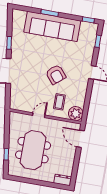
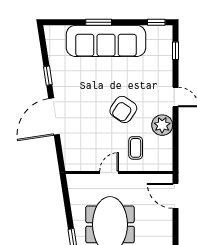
armchair: (56, 75) -> (123, 109), turned 74
plant: (76, 114) -> (162, 125), moved

